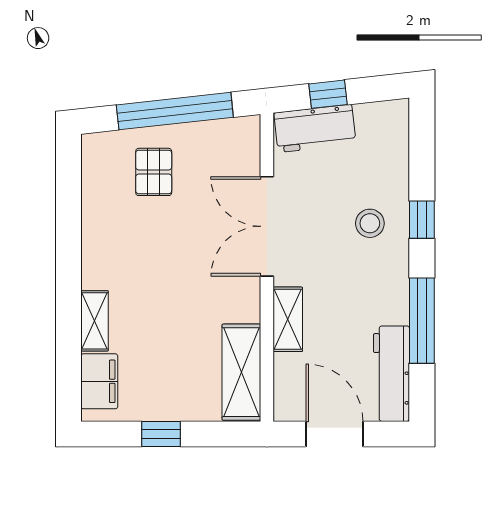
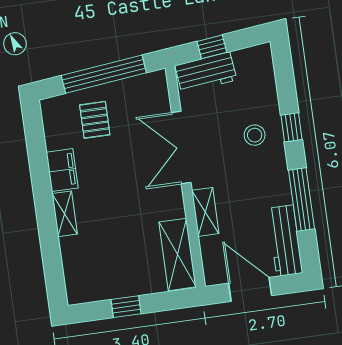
shelving: (95, 321) -> (65, 214), moved
filing cabinet: (99, 381) -> (62, 170), moved

